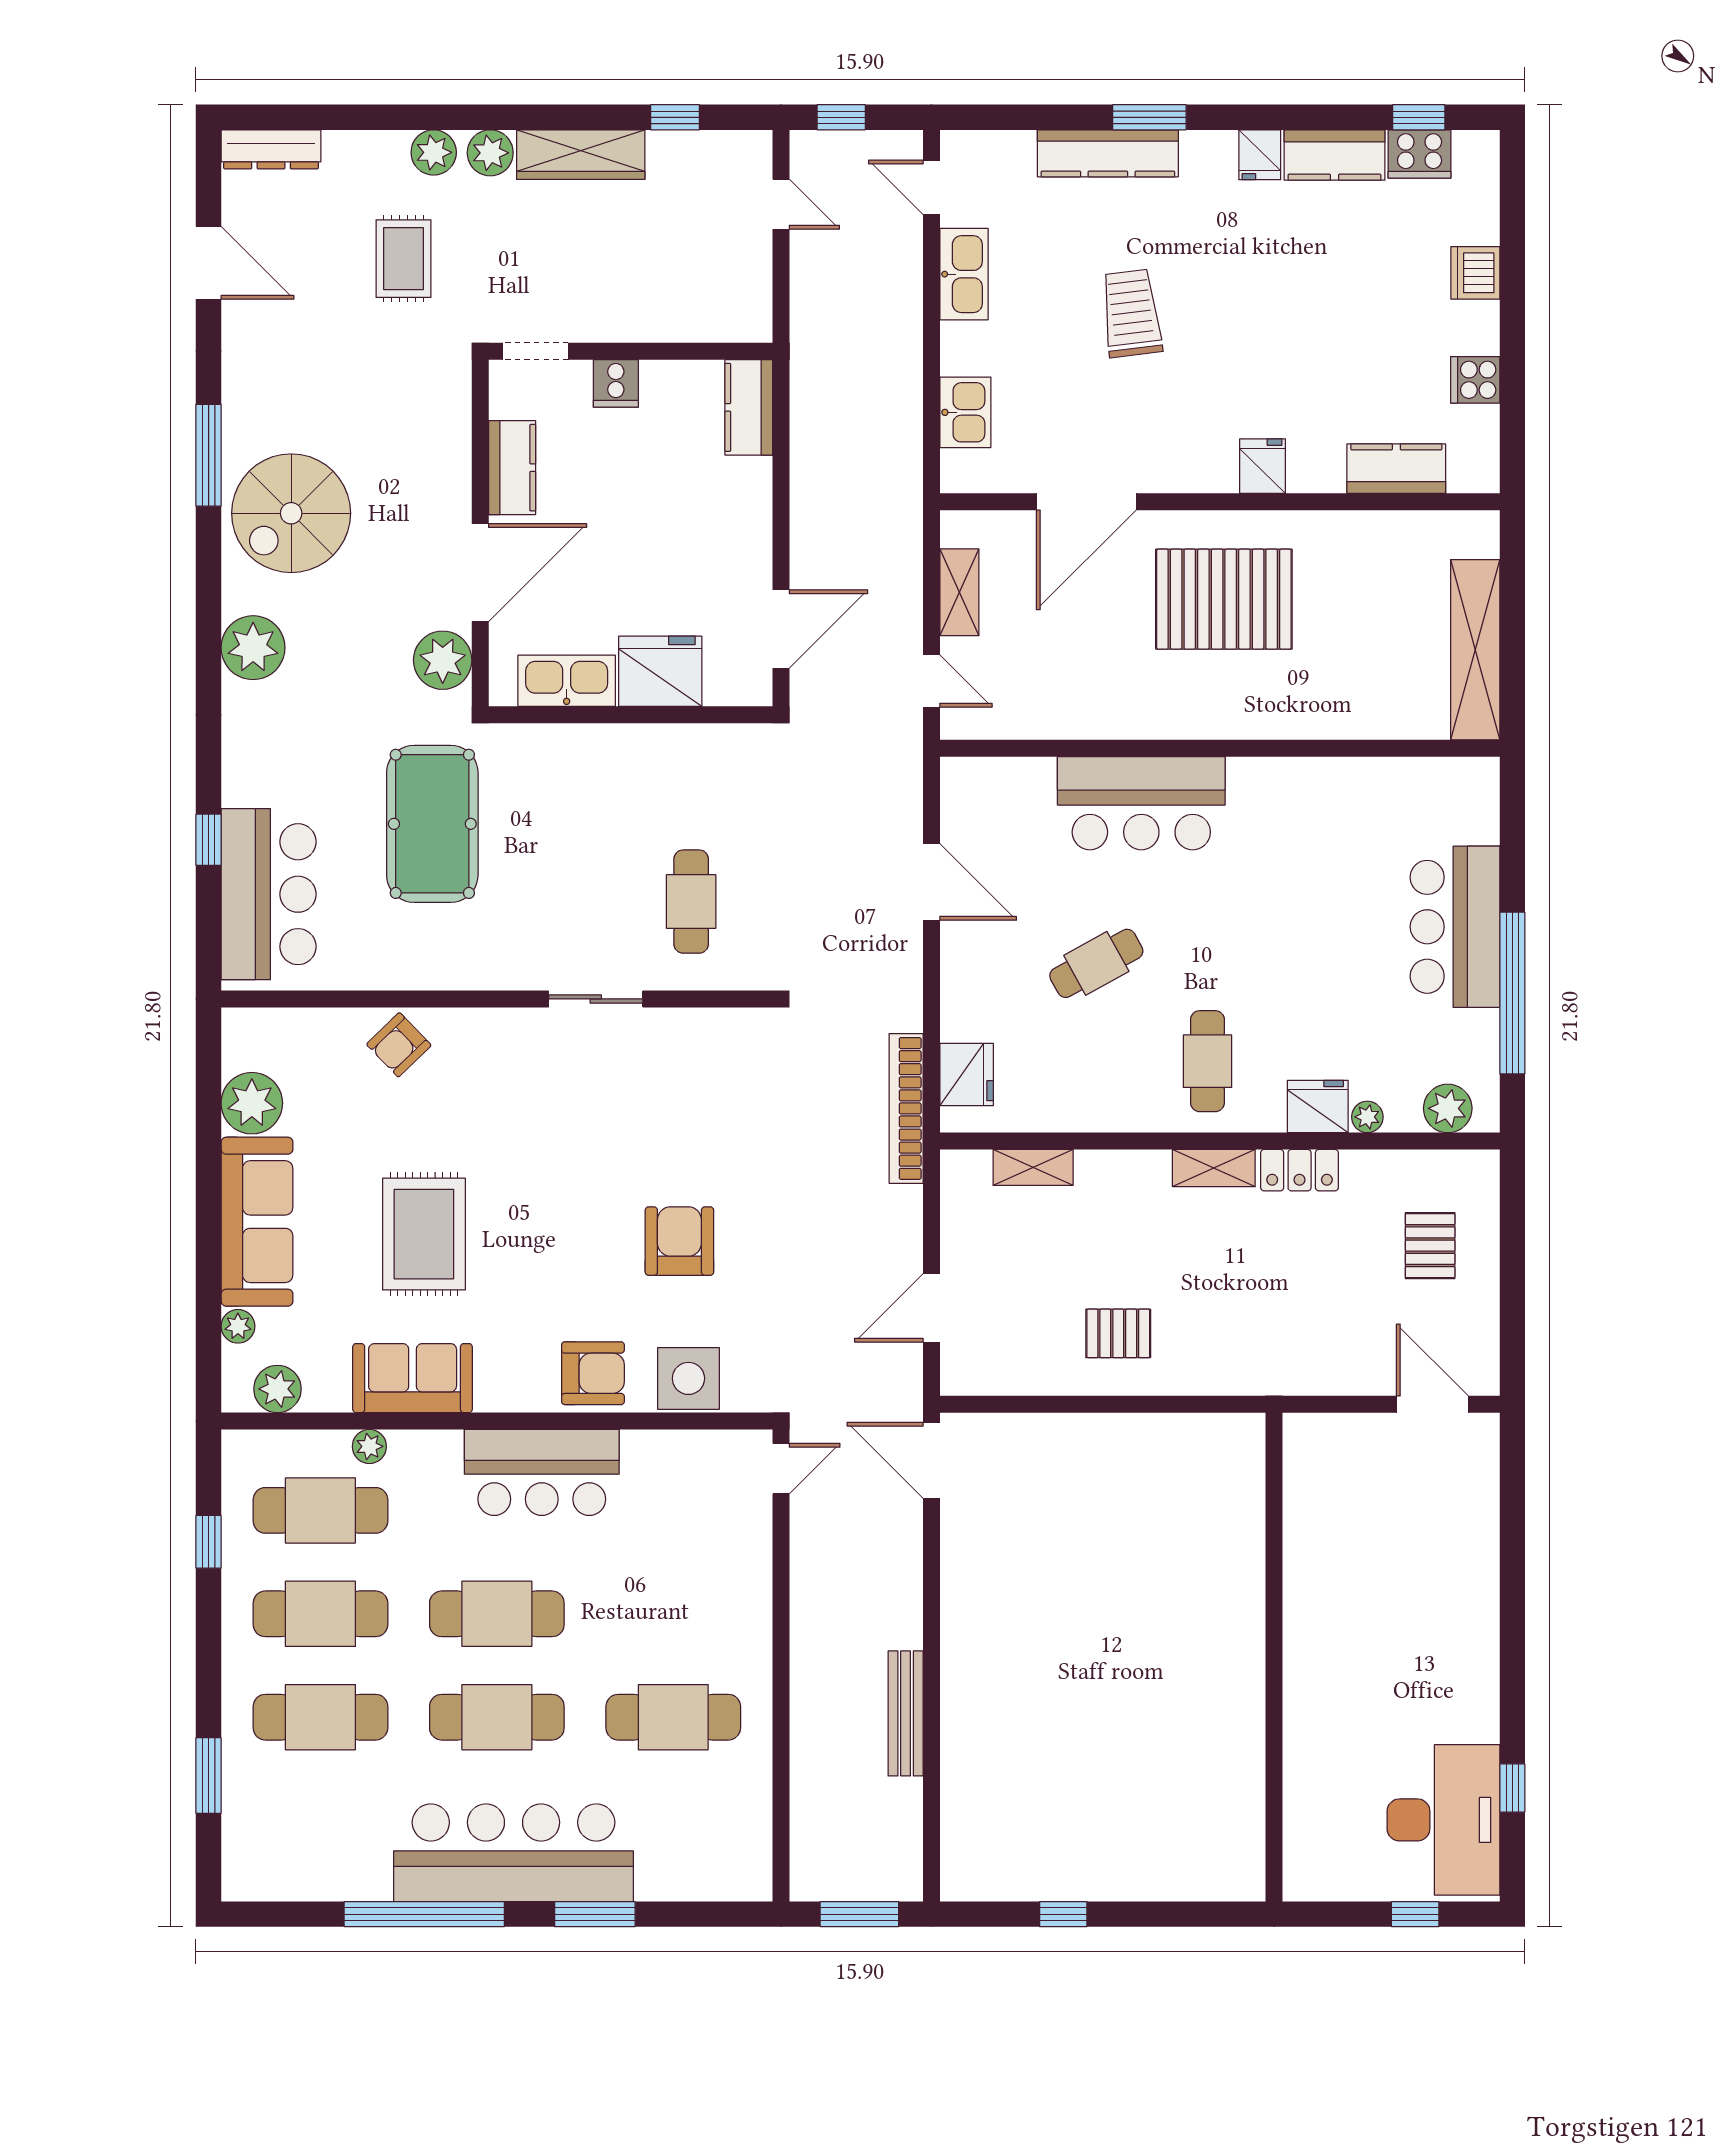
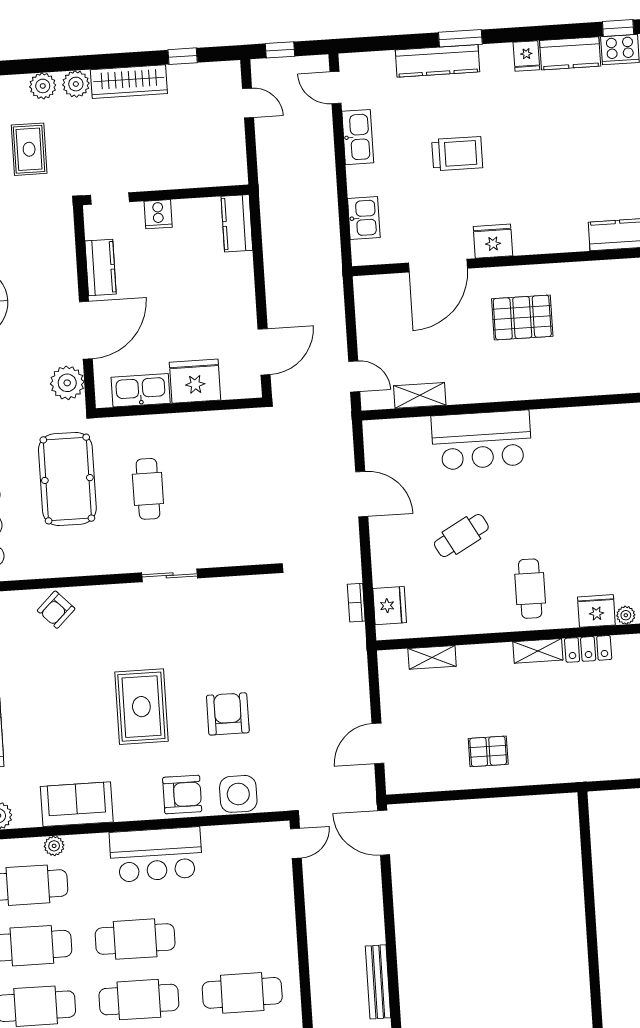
trolley: (1131, 313) -> (457, 154), turned 97
fridge: (1263, 466) -> (493, 241), moved, width x1.38
shelving: (959, 592) -> (420, 395), moved, turned 90
pallet: (1224, 599) -> (522, 318), width x0.73, depth x0.71
cafe table: (691, 902) -> (148, 489), moved
bookcase: (906, 1108) -> (356, 603), width x0.43, depth x0.76
rug: (424, 1234) -> (141, 707), moved

